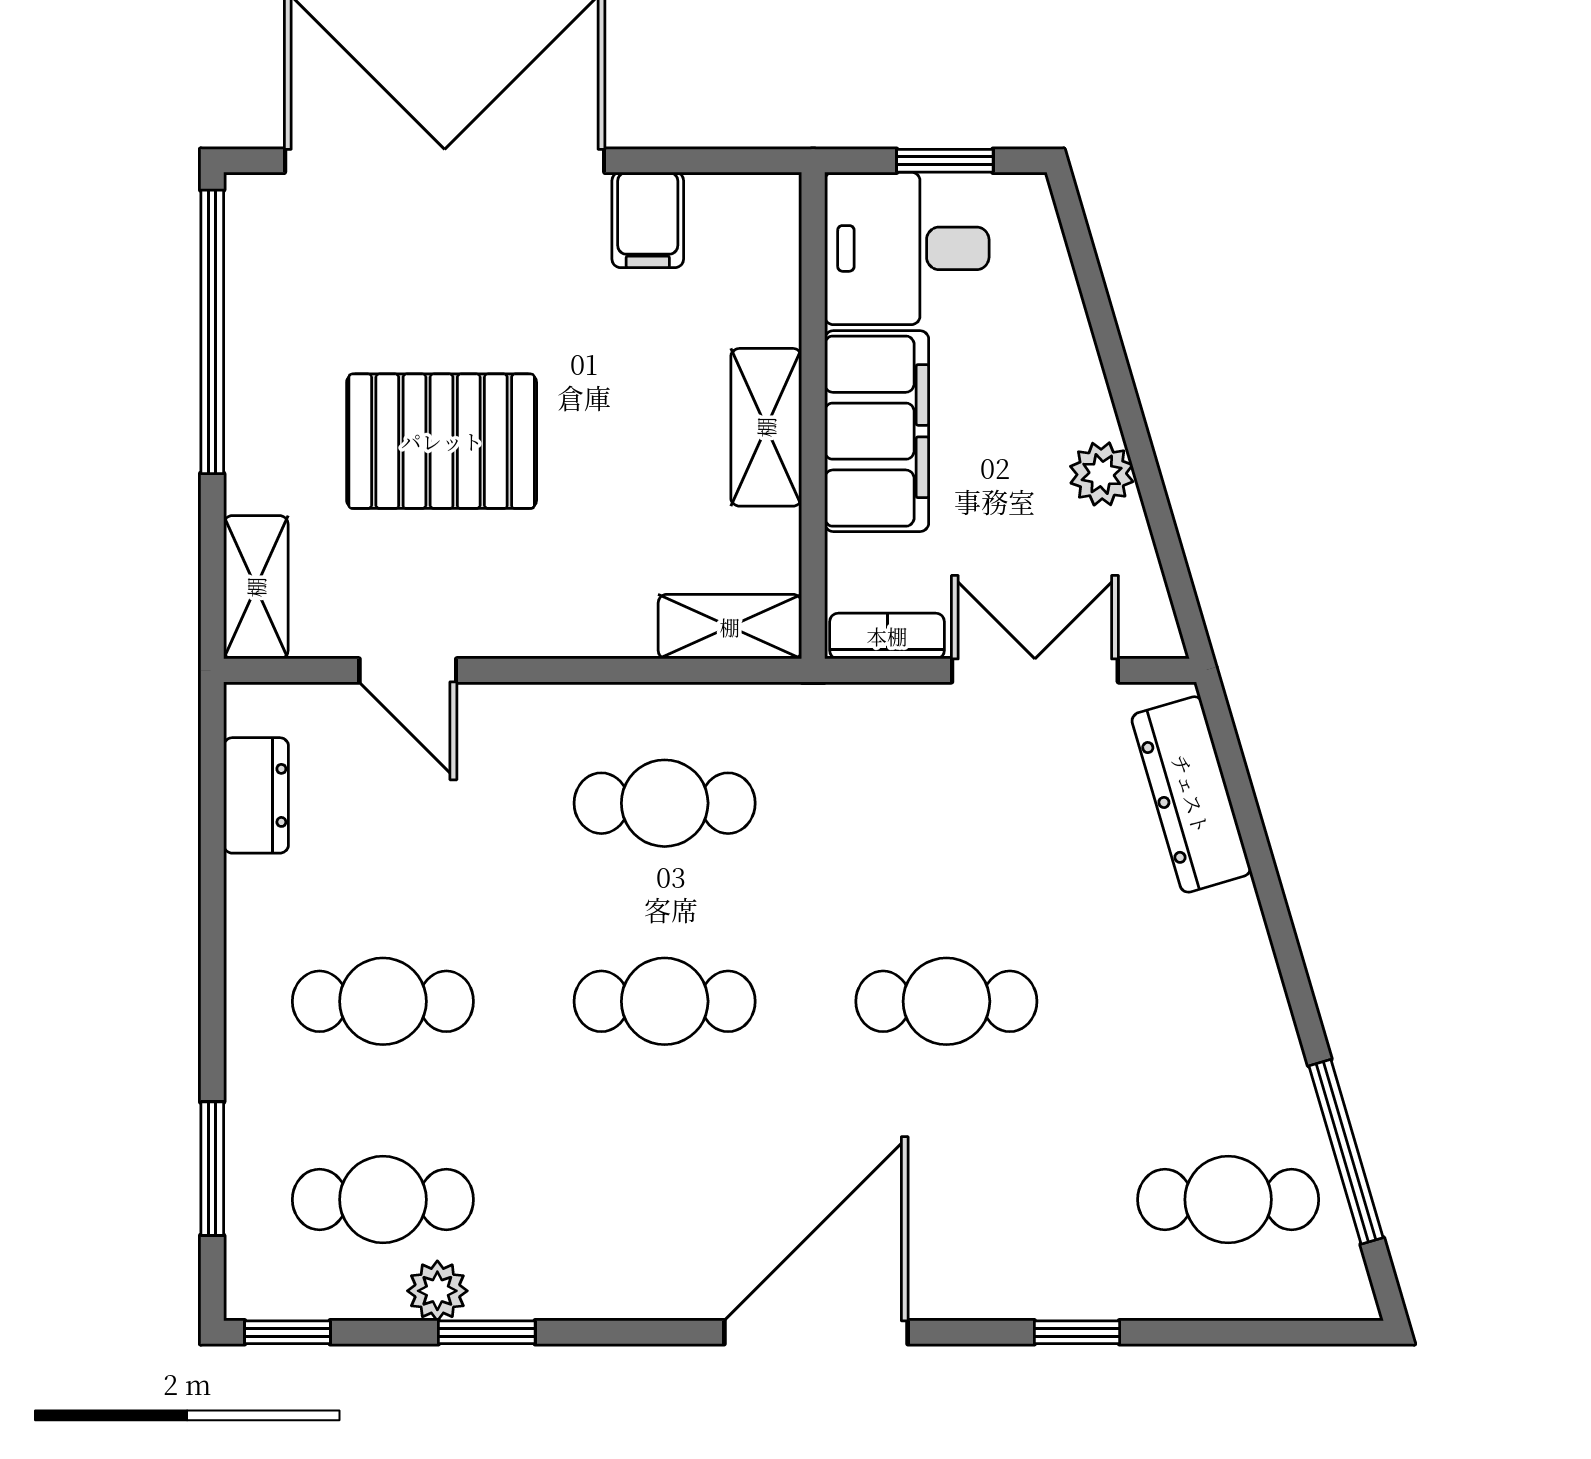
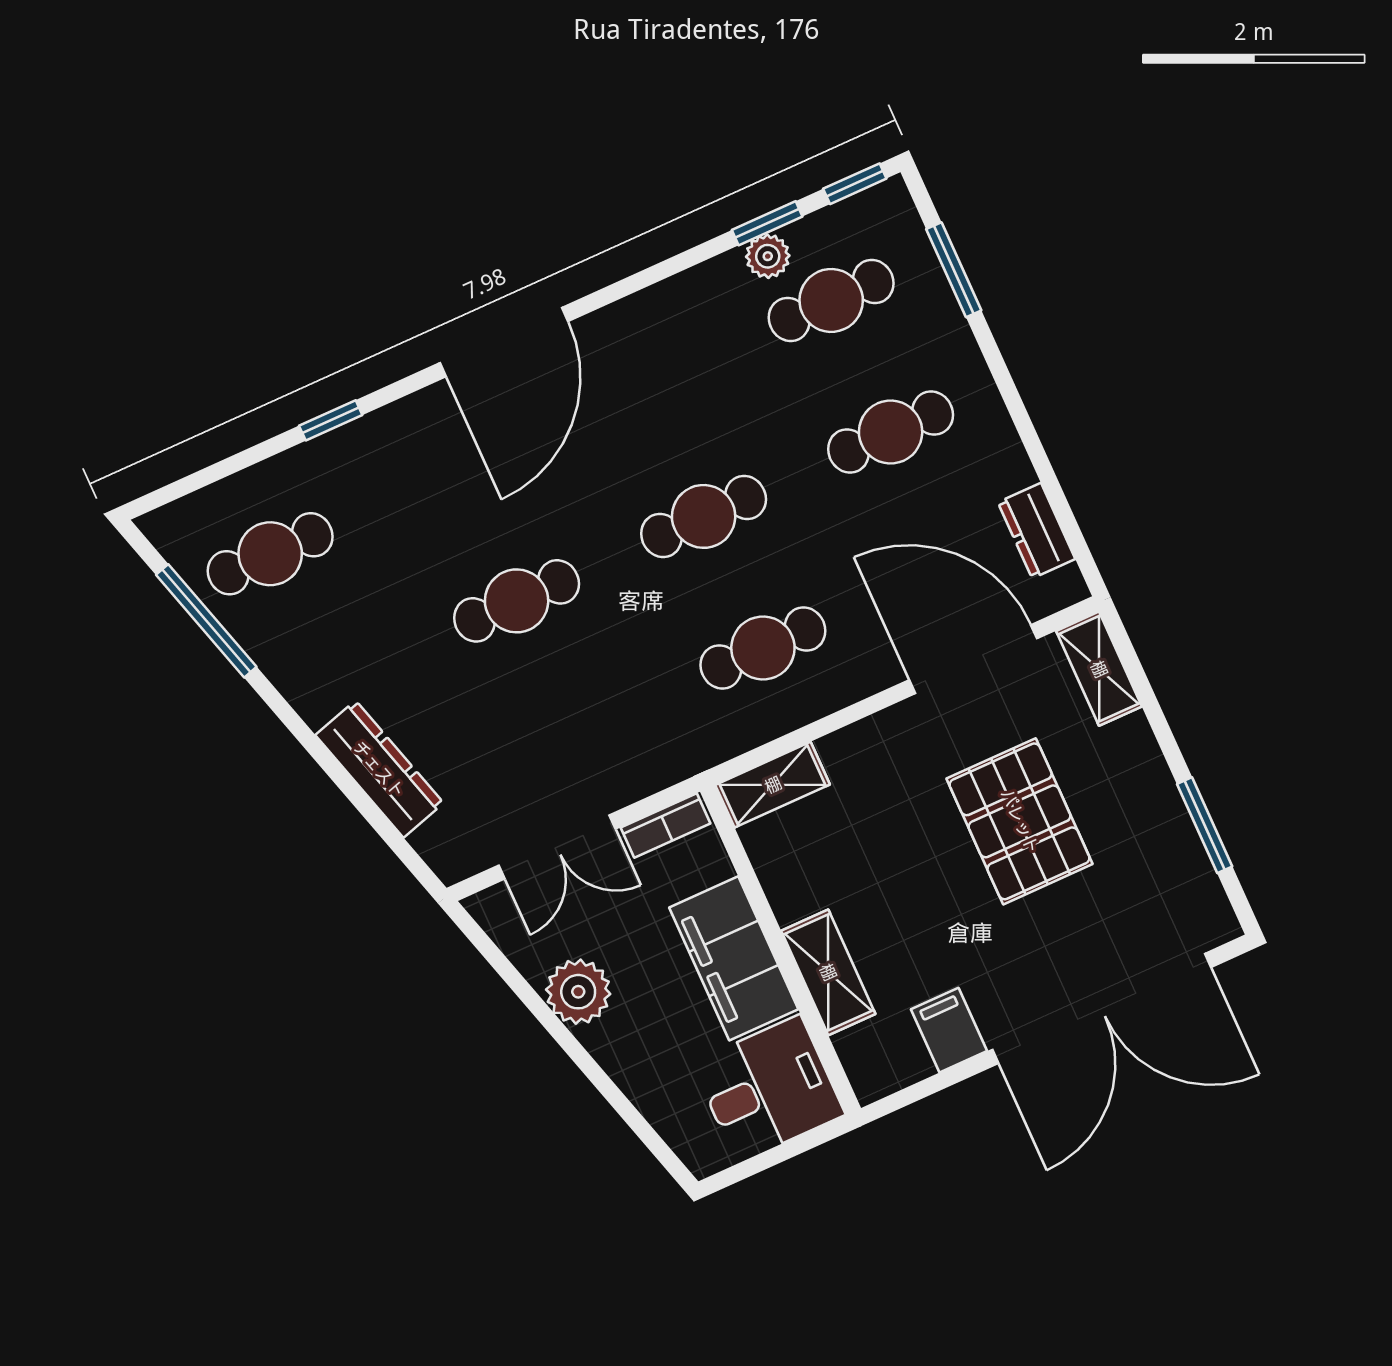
window: (945, 161) -> (770, 1158), removed
window: (212, 332) -> (1205, 825), width x0.47
shelving: (766, 427) -> (828, 972), moved
pallet: (442, 441) -> (1020, 821), turned 90
plant: (1102, 474) -> (578, 992), width x1.38, depth x1.38
door: (408, 670) -> (973, 659), width x1.88
dresser: (1191, 794) -> (379, 769), moved
window: (487, 1332) -> (767, 223), moved

